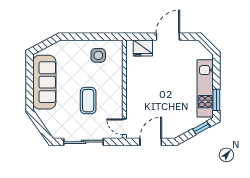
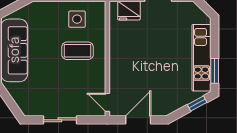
coffee table: (88, 101) -> (78, 51), moved, turned 90
sliding door: (84, 142) -> (60, 120), width x0.73

